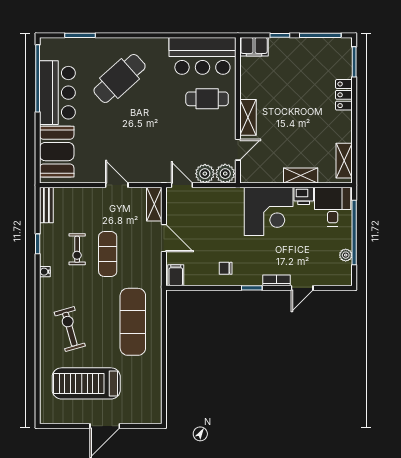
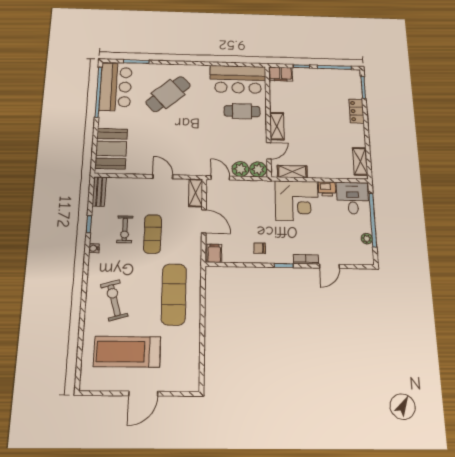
bar counter: (57, 93) -> (116, 87), moved
shelving: (301, 175) -> (292, 172), moved

